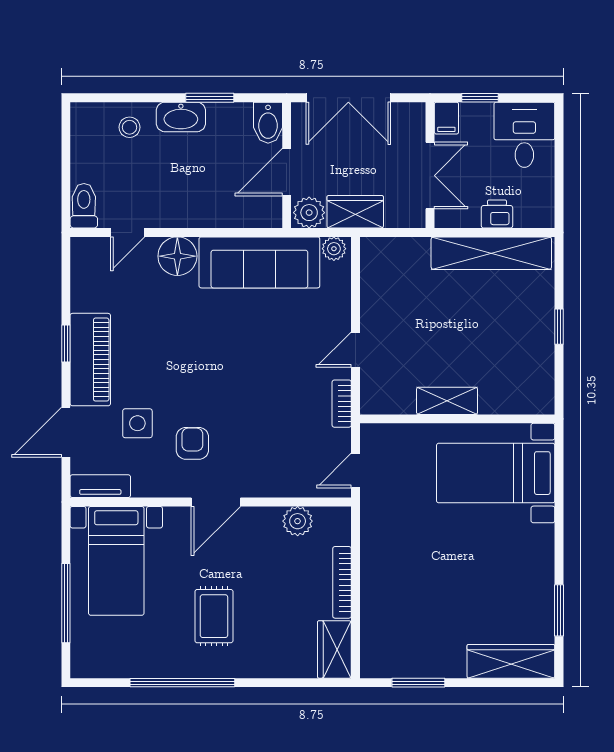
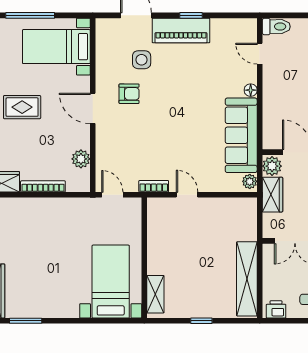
printer: (497, 214) -> (276, 309), moved, turned -90
floor lamp: (177, 256) -> (251, 90), width x0.53, depth x0.53
shelving: (447, 401) -> (155, 294), moved
tv unit: (100, 486) -> (103, 37), removed

